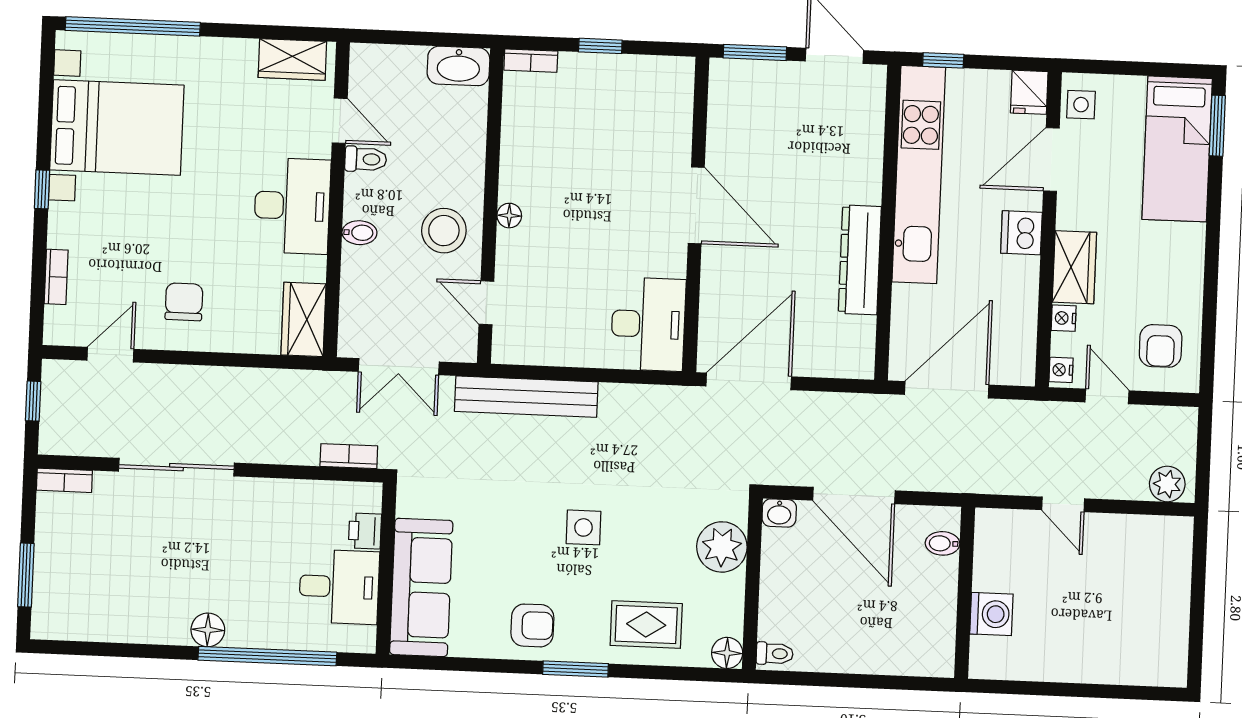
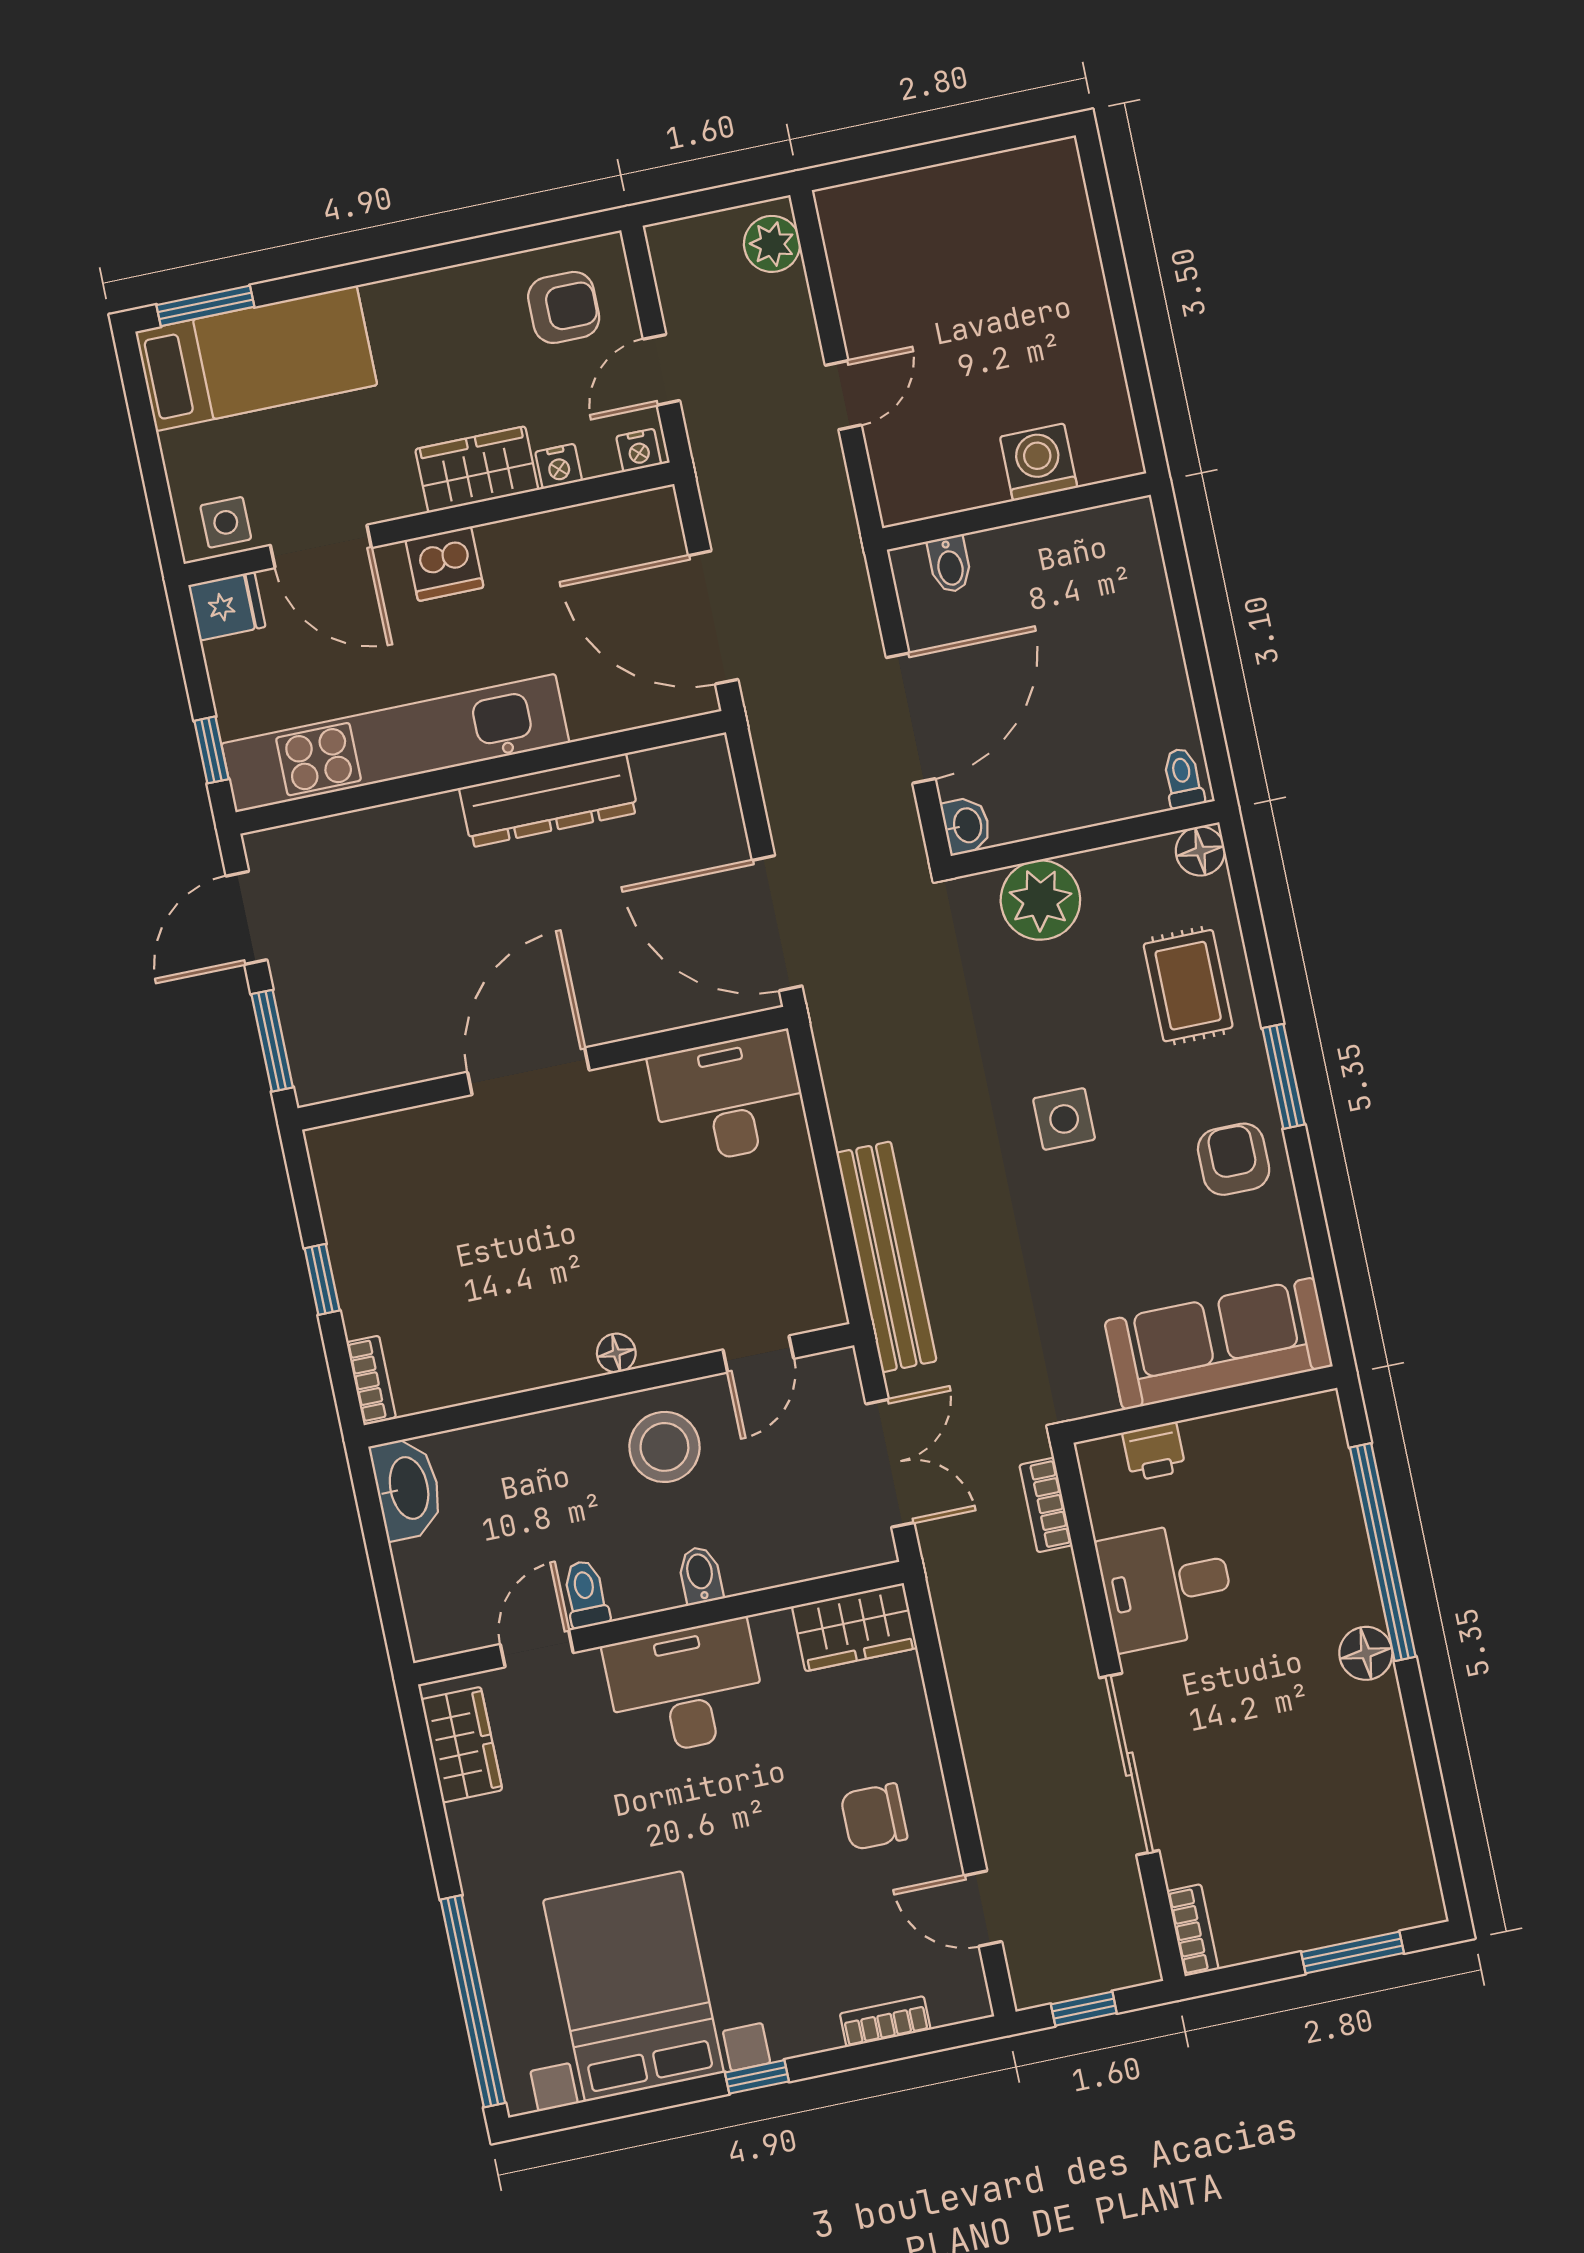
desk: (339, 587) -> (1166, 1585), moved, turned -90

